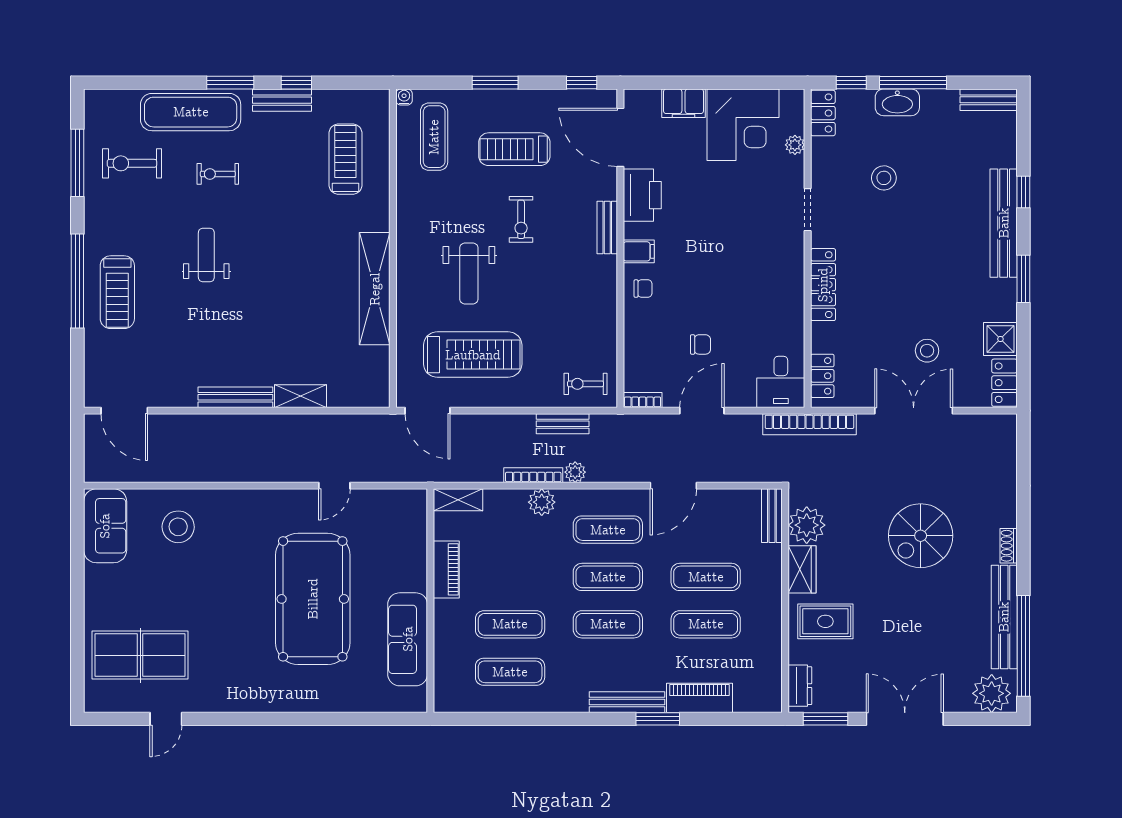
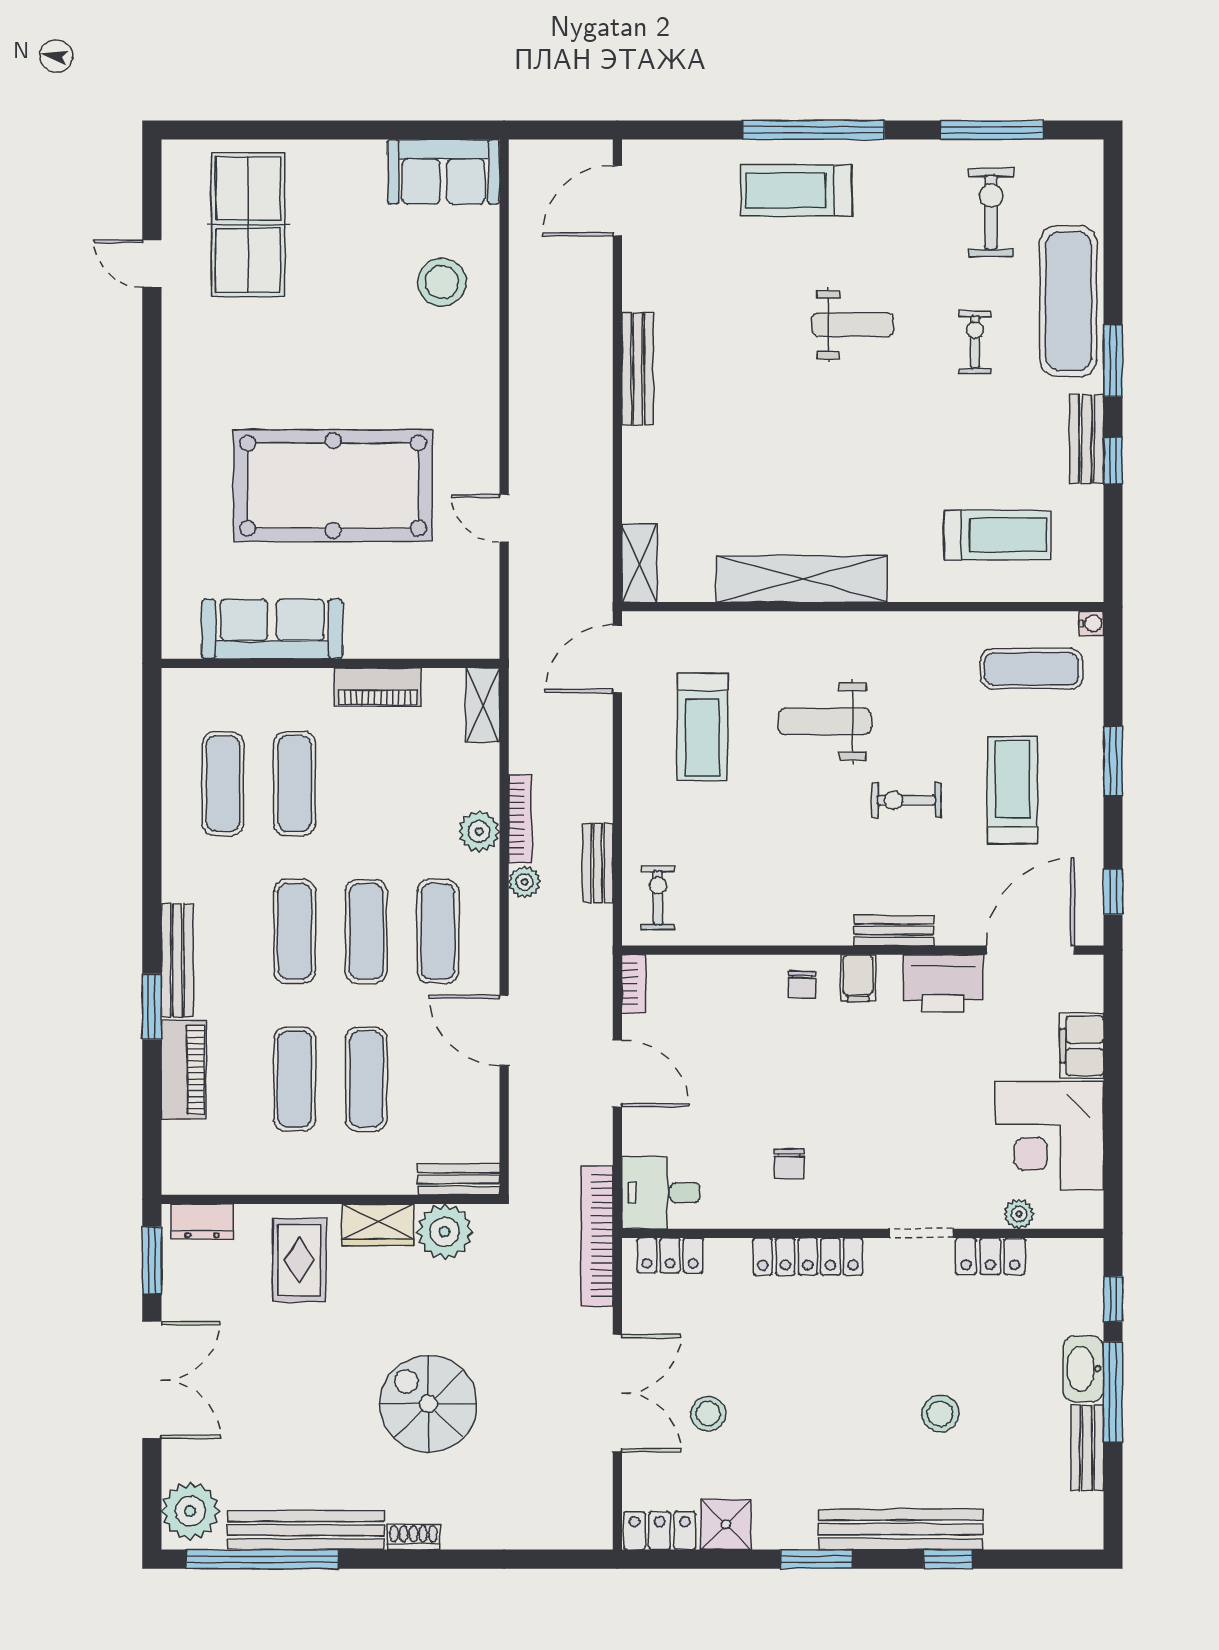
bench: (989, 100) -> (1087, 1448), moved
locker: (823, 113) -> (990, 1256), moved
stool: (884, 178) -> (940, 1414), moved
chair: (700, 344) -> (789, 1164), moved
treadmill: (473, 355) -> (702, 727), width x0.73, depth x0.73
shelving: (301, 396) -> (639, 563), moved

